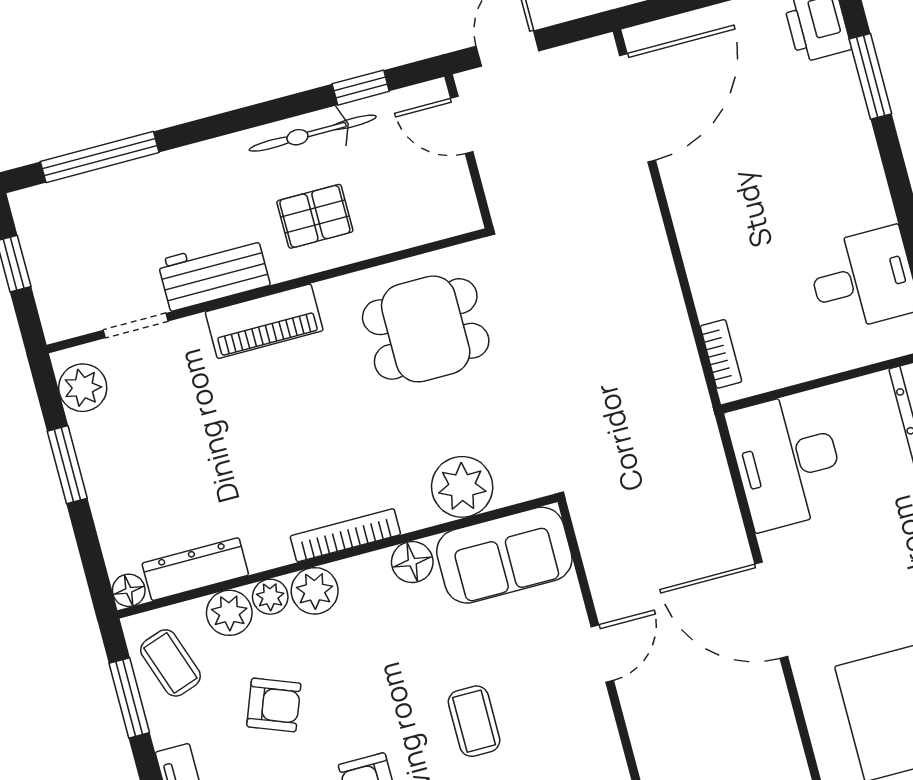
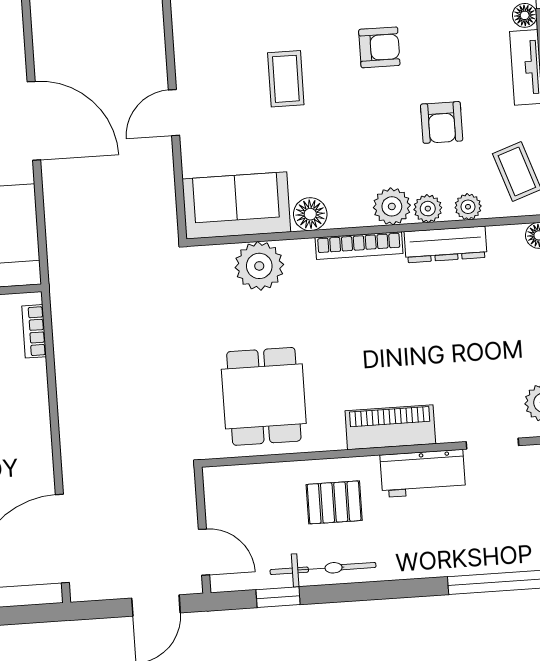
dining table: (426, 329) -> (264, 396), turned 90
dresser: (195, 569) -> (446, 244), moved
plant: (229, 613) -> (468, 207), width x0.73, depth x0.73
armchair: (274, 705) -> (442, 122), turned -111

